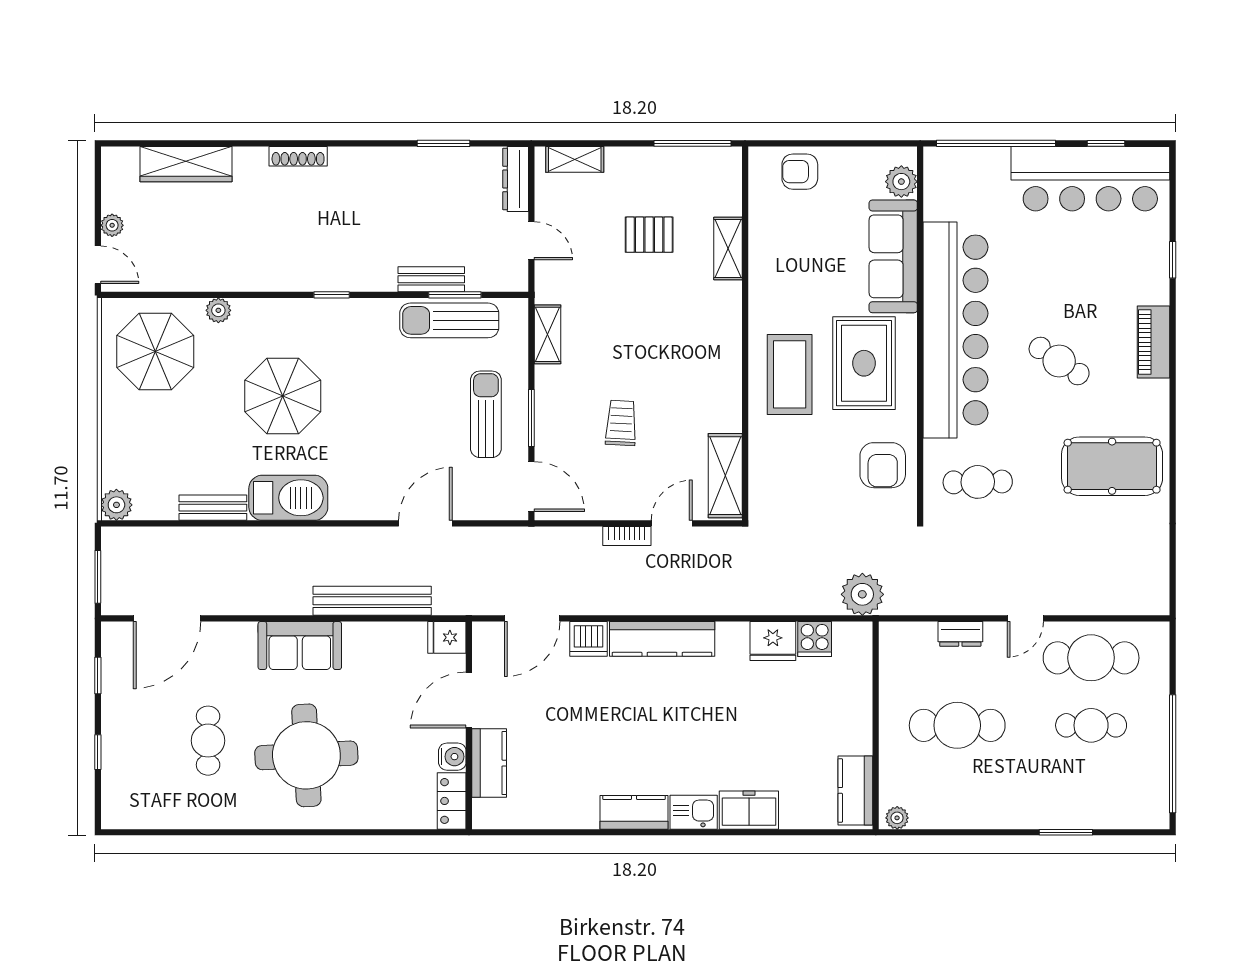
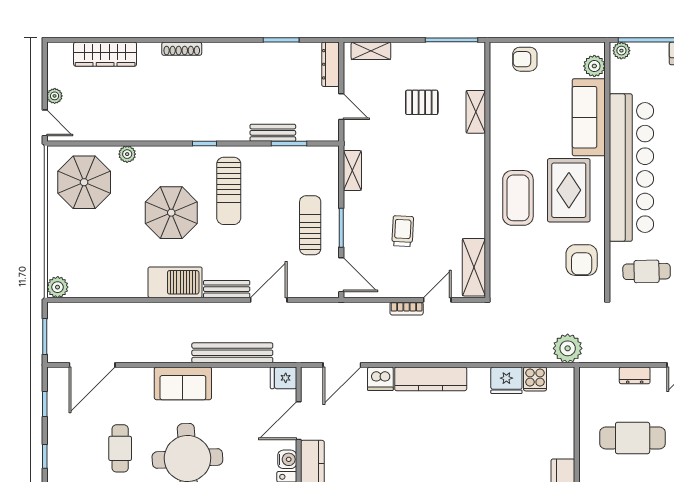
plant: (941, 159) -> (621, 51), added
sun lounger: (449, 320) -> (229, 191), moved, turned -90
bench: (213, 508) -> (227, 289), moved

